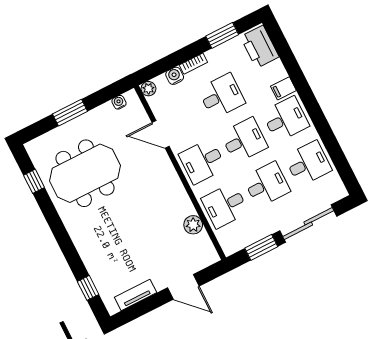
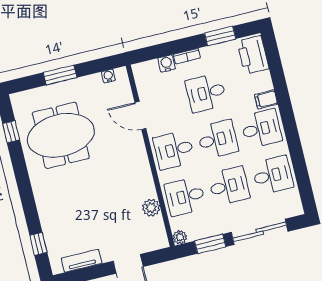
plant: (148, 89) -> (180, 237), moved
desk: (222, 96) -> (206, 93), turned 180

